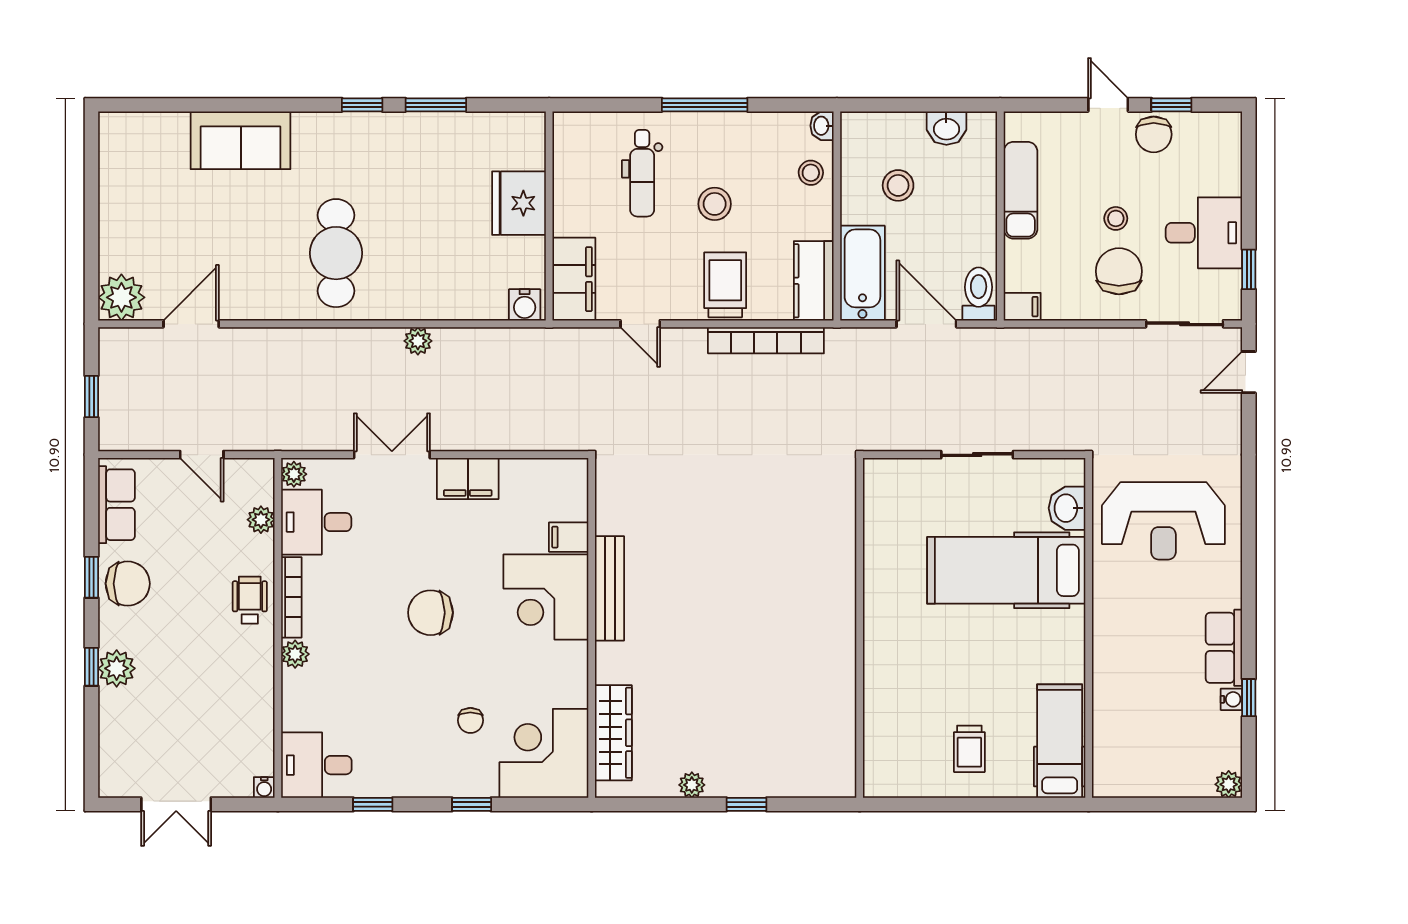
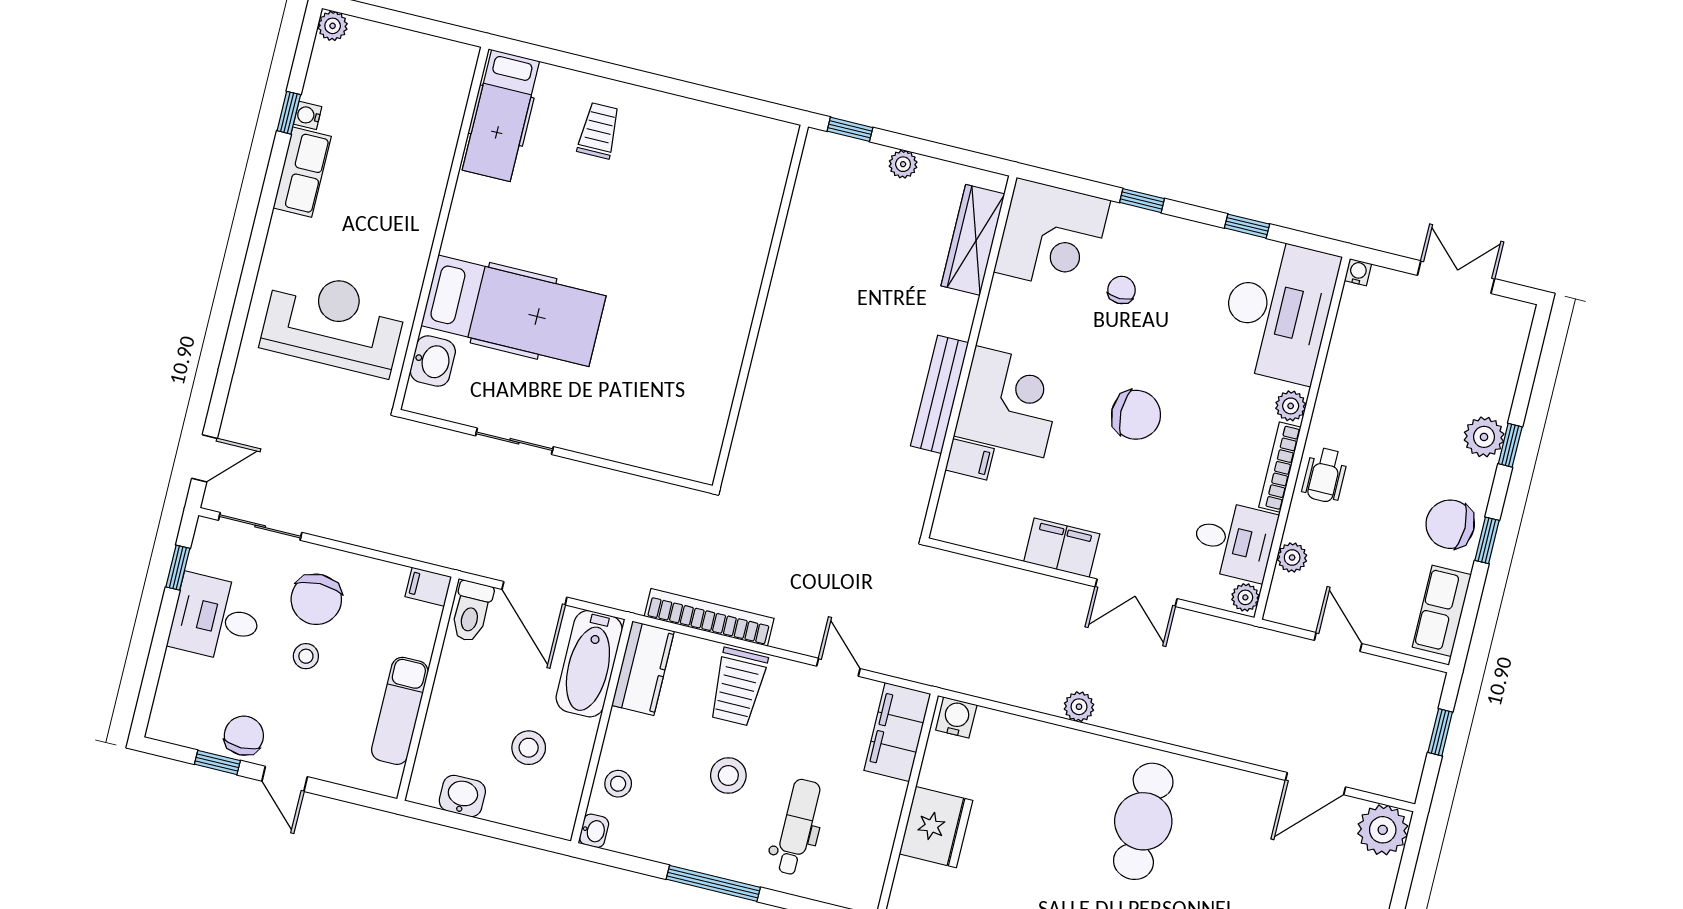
wall: (860, 628) -> (760, 306), moved
desk: (316, 765) -> (1278, 310), width x1.87, depth x1.30

